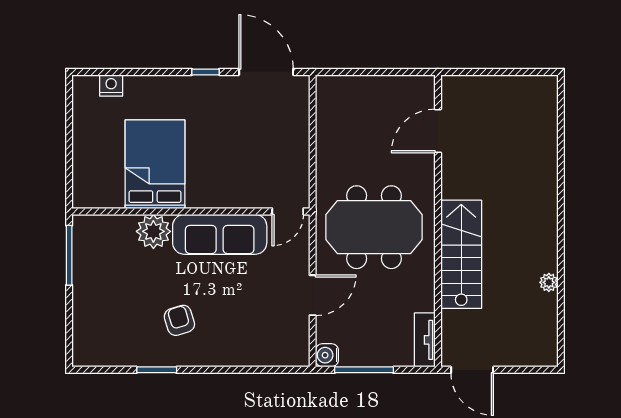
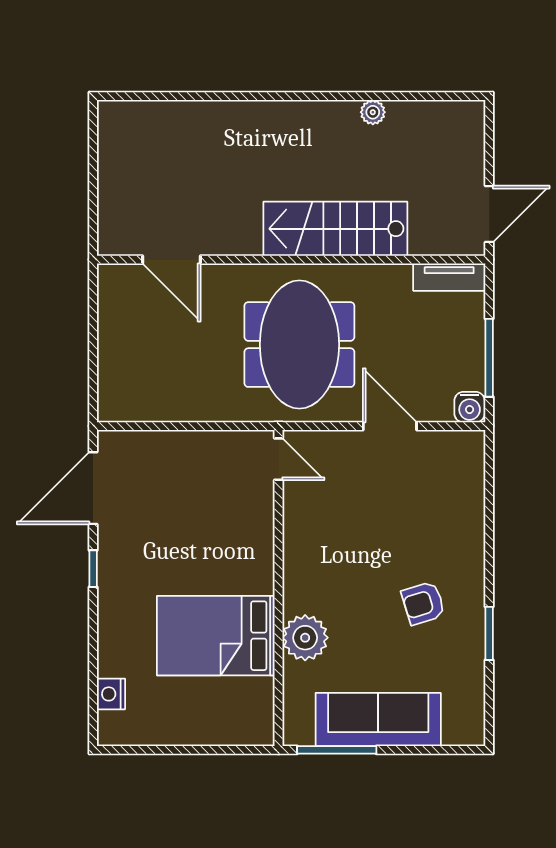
sofa: (220, 234) -> (378, 719), moved, turned -90

